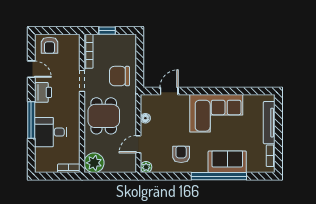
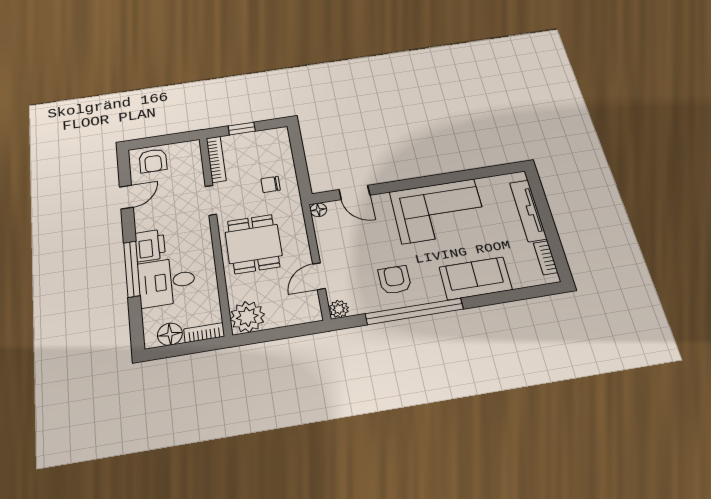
door: (31, 69) -> (126, 197), hinge flipped
chair: (119, 76) -> (271, 184), width x0.54, depth x0.54
door: (169, 91) -> (354, 192), swing flipped
printer: (43, 92) -> (150, 245), moved
floor lamp: (145, 118) -> (318, 210), moved
floor lamp: (50, 166) -> (170, 334), added
window: (219, 176) -> (414, 311), moved

